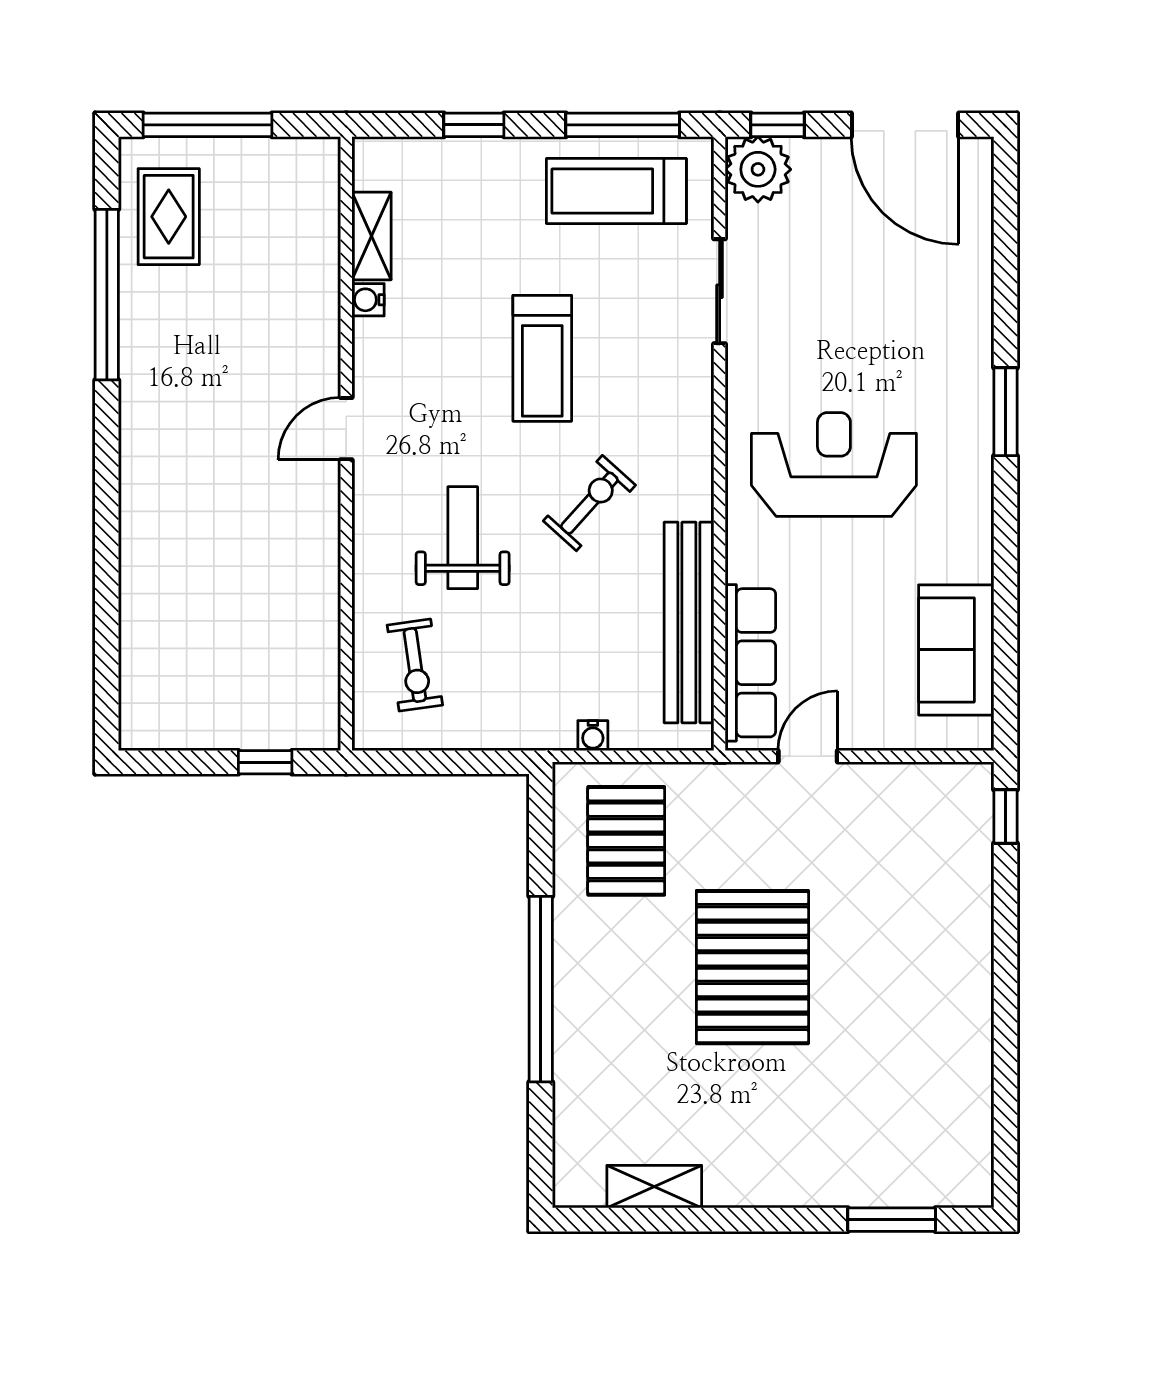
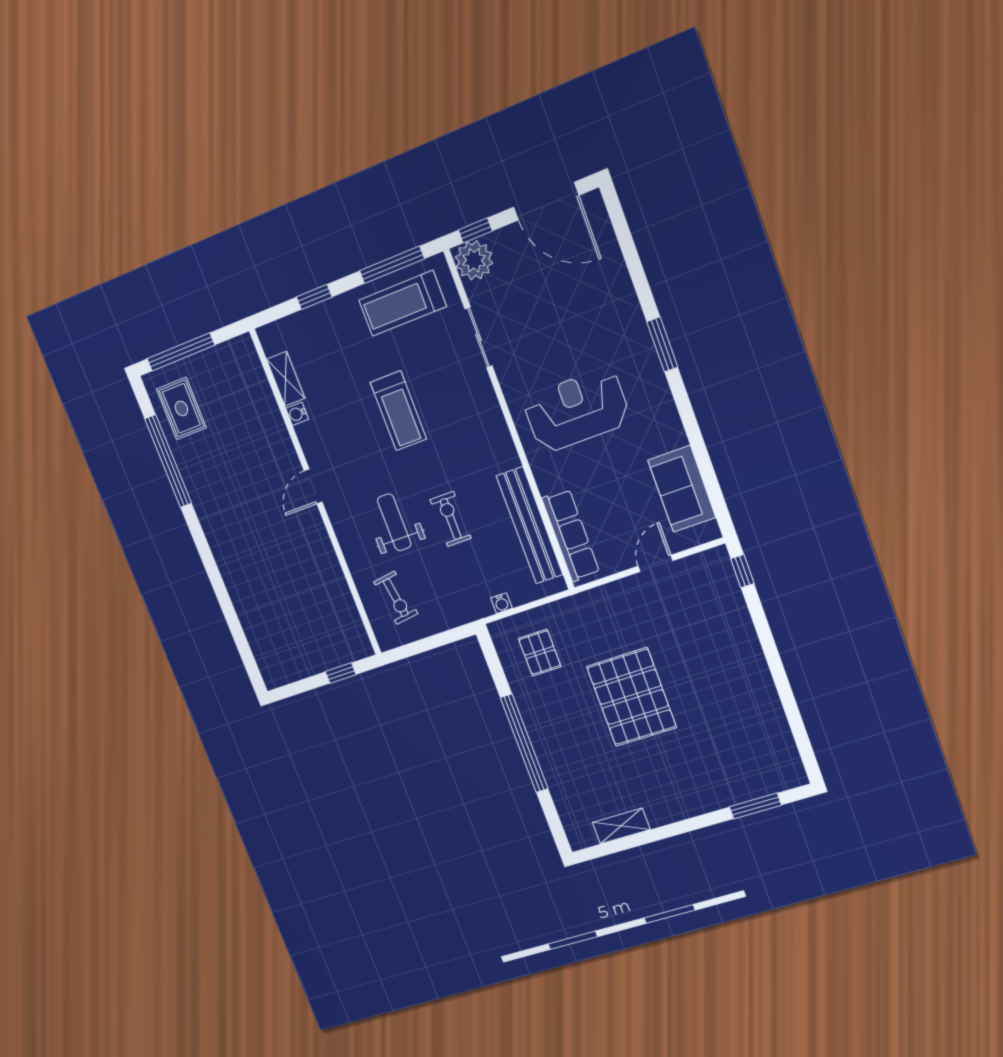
exercise bike: (589, 503) -> (451, 519), moved, turned -42
door: (808, 756) -> (655, 563), moved
pallet: (626, 841) -> (540, 653), width x0.67, depth x0.71

